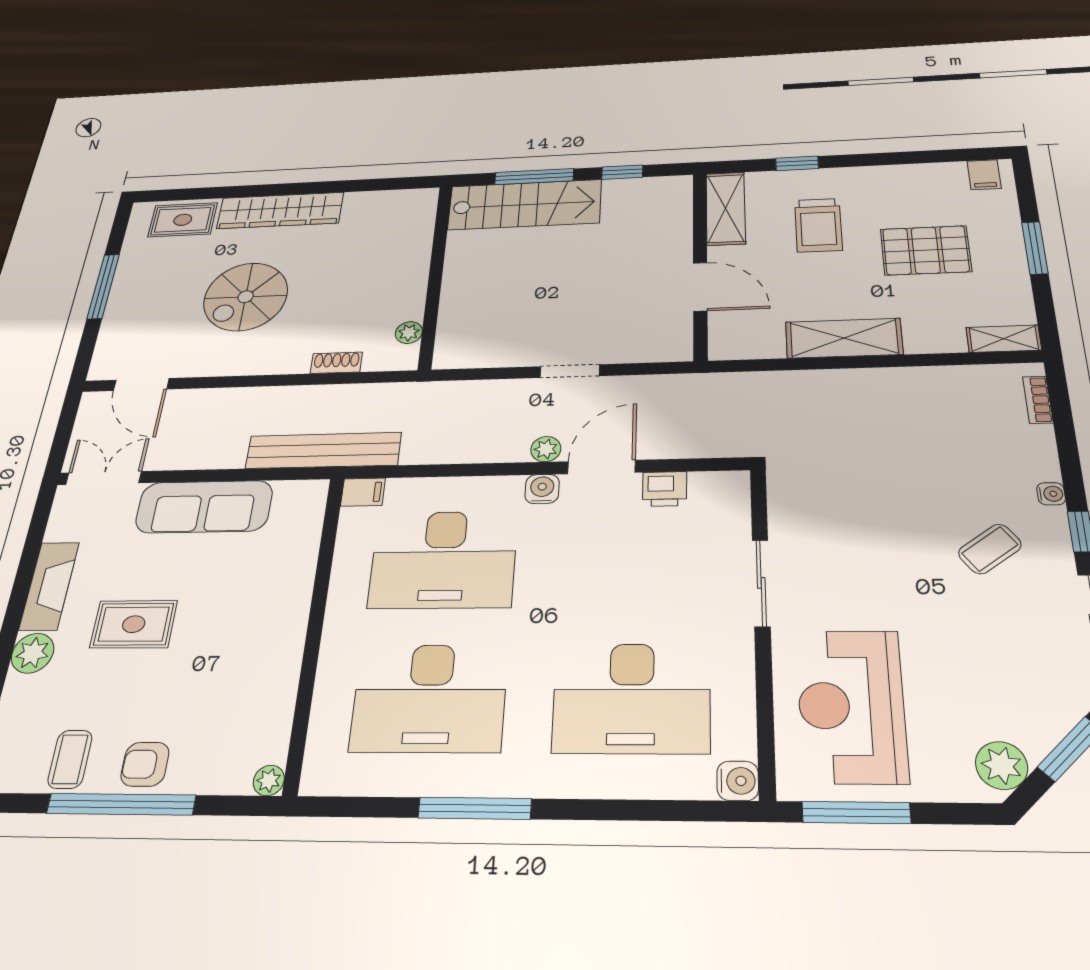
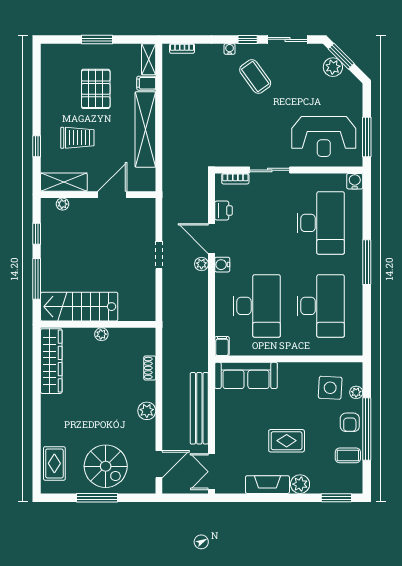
filing cabinet: (984, 175) -> (146, 83), moved, turned 180
stairs: (525, 205) -> (79, 307), moved, turned -90
plant: (681, 208) -> (62, 204), added
wardrobe: (280, 210) -> (51, 361), moved
spiral stairs: (246, 297) -> (106, 466), moved
plant: (409, 333) -> (101, 334), moved
shelving: (844, 338) -> (145, 129), width x1.47
plant: (251, 361) -> (147, 411), added
bench: (323, 450) -> (199, 408), moved
sofa: (204, 507) -> (246, 375), moved, turned 90
bookcase: (739, 511) -> (235, 179), added
coffee table: (990, 549) -> (255, 77), width x1.36, depth x1.30
rug: (134, 624) -> (287, 441), turned 90
side table: (234, 719) -> (330, 388), added
plant: (1002, 765) -> (333, 67), moved
plant: (269, 780) -> (356, 392), moved
window: (475, 808) -> (367, 262), moved

